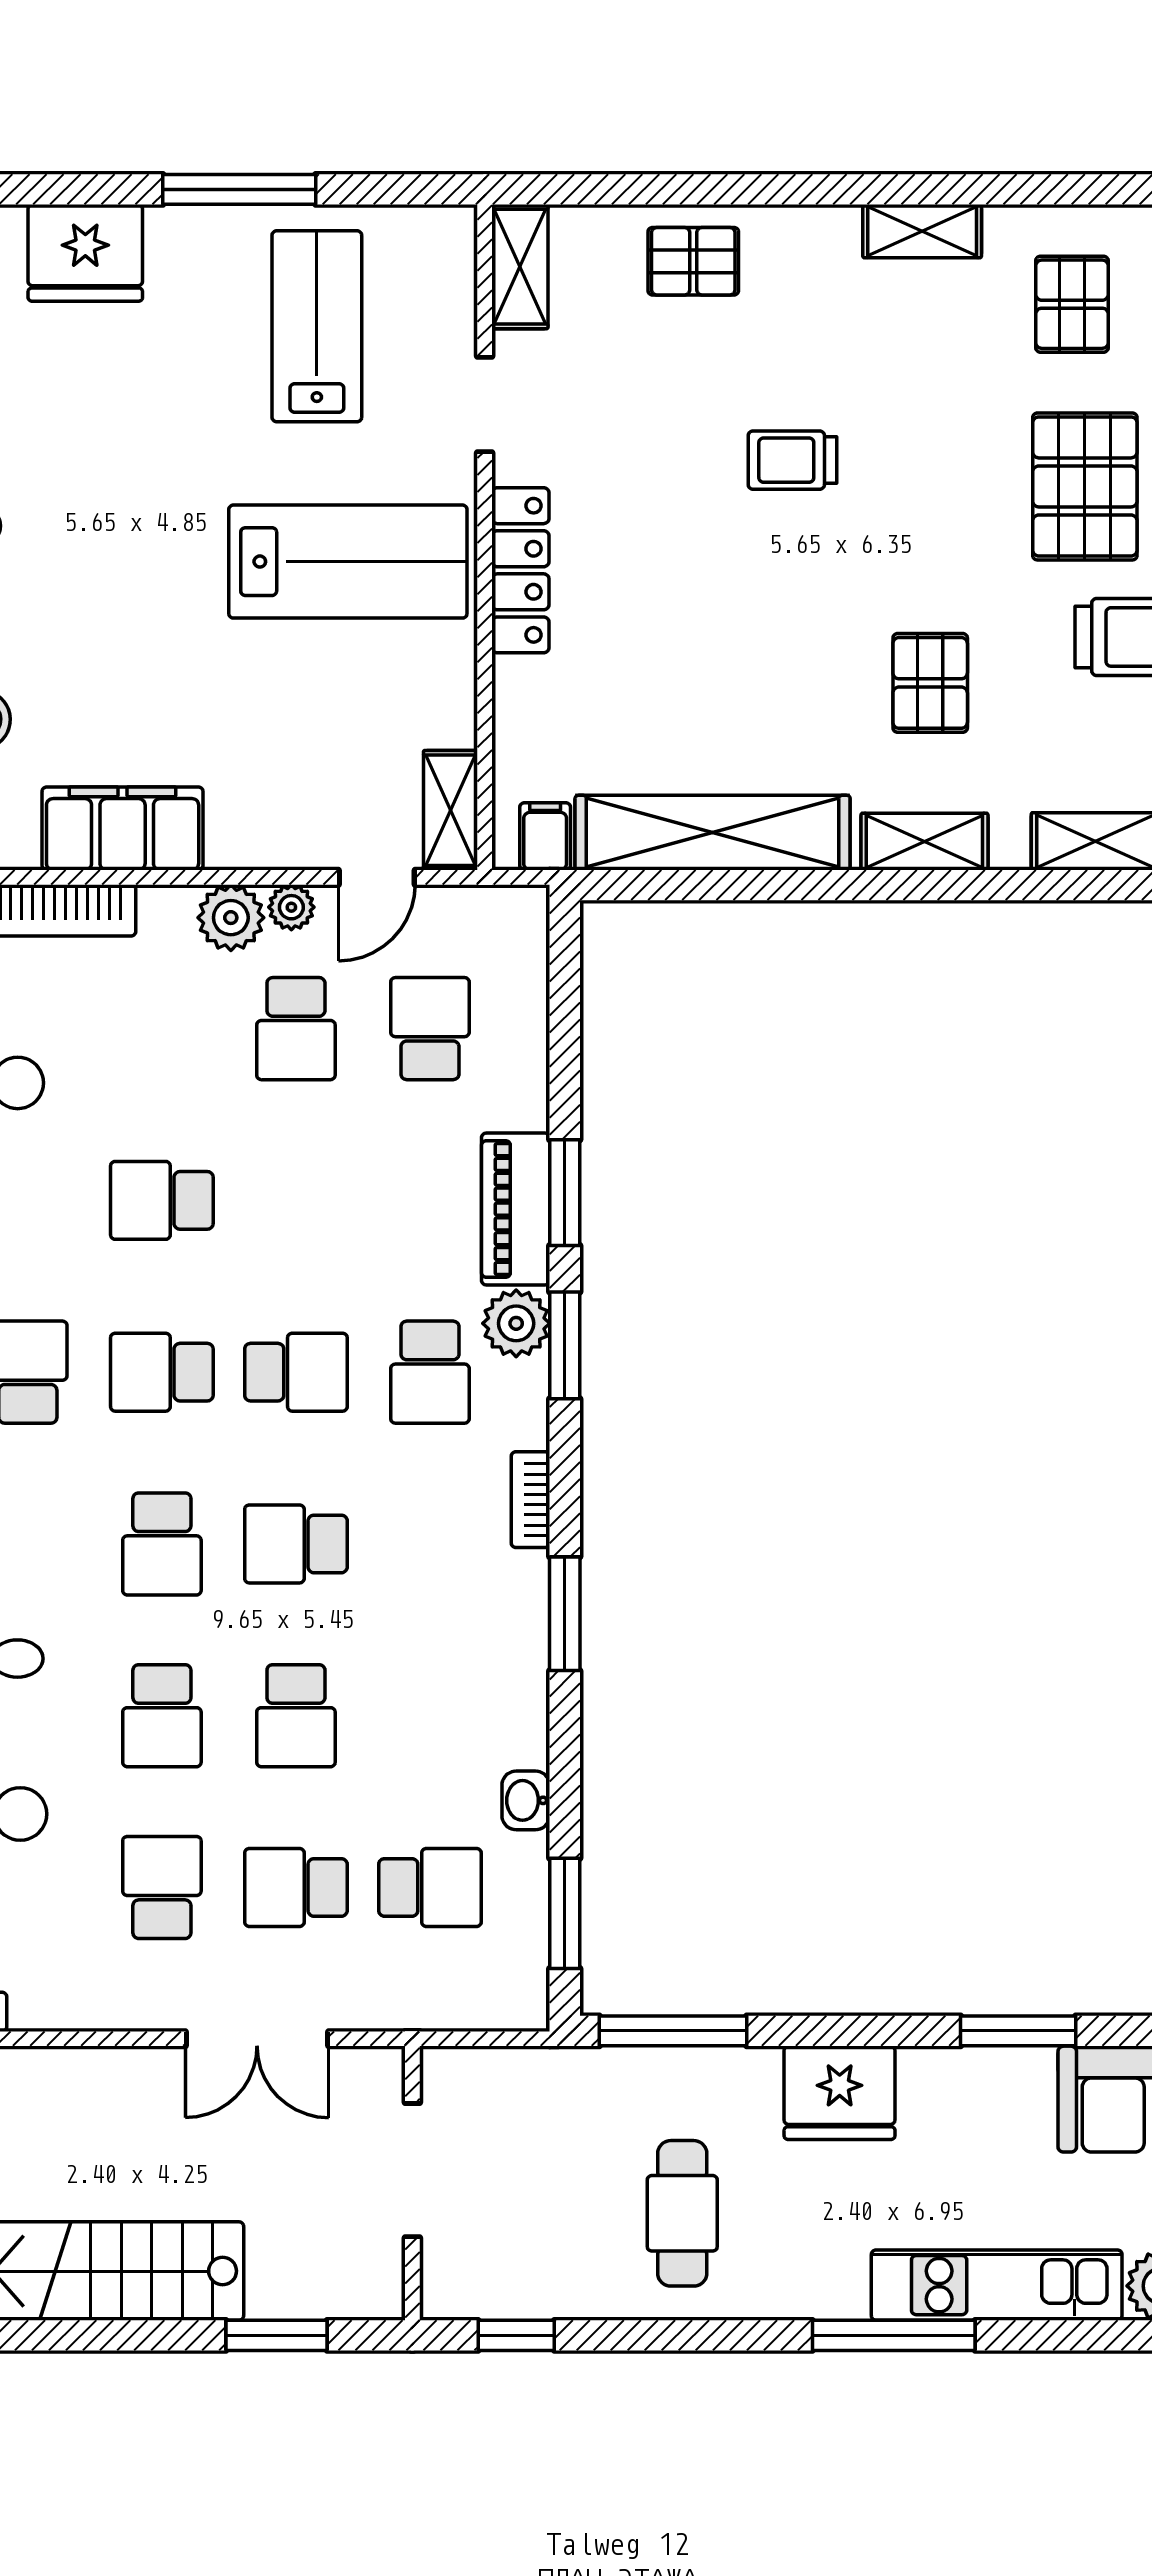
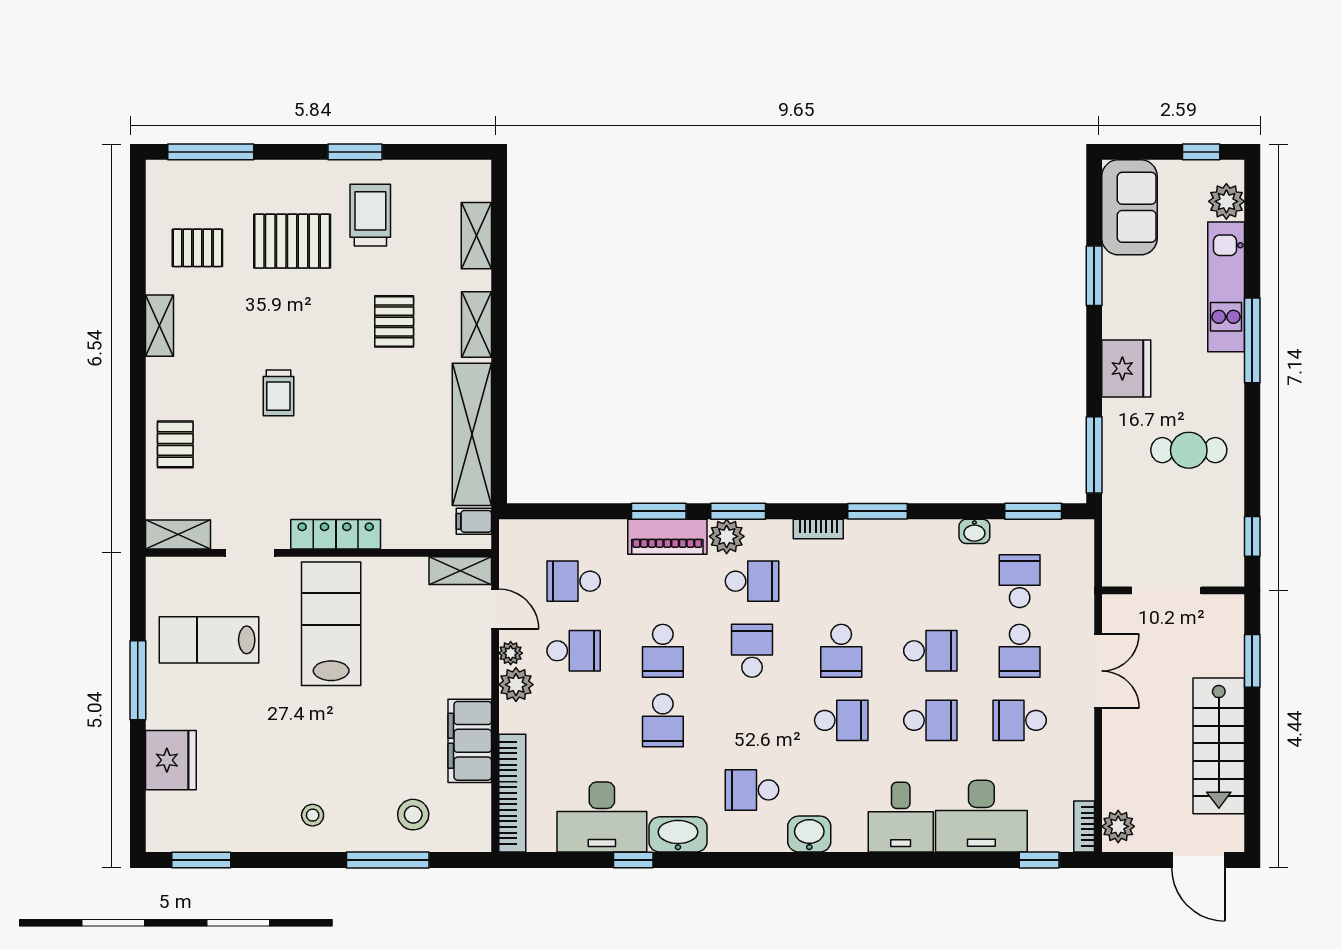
pallet: (930, 683) -> (394, 321), turned 90
school desk: (162, 1372) -> (663, 651), moved

